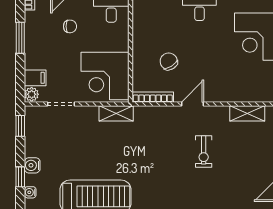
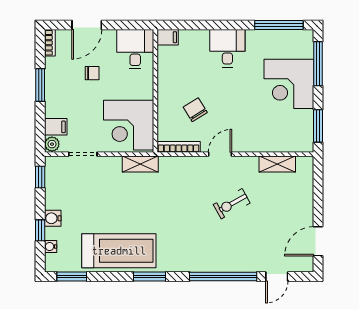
exercise bike: (204, 151) -> (232, 204), turned 61

